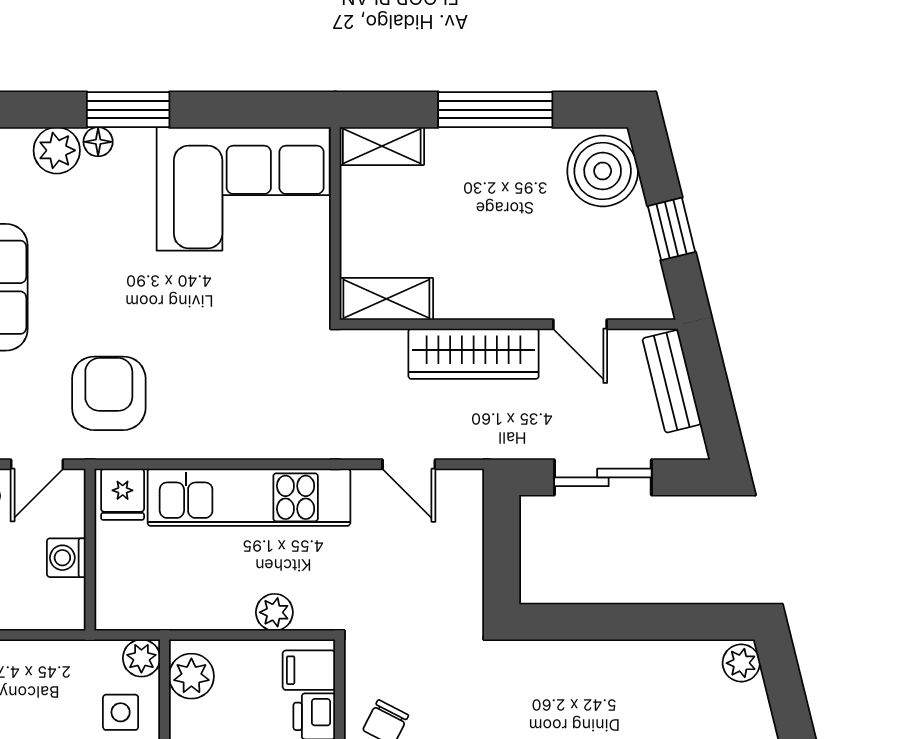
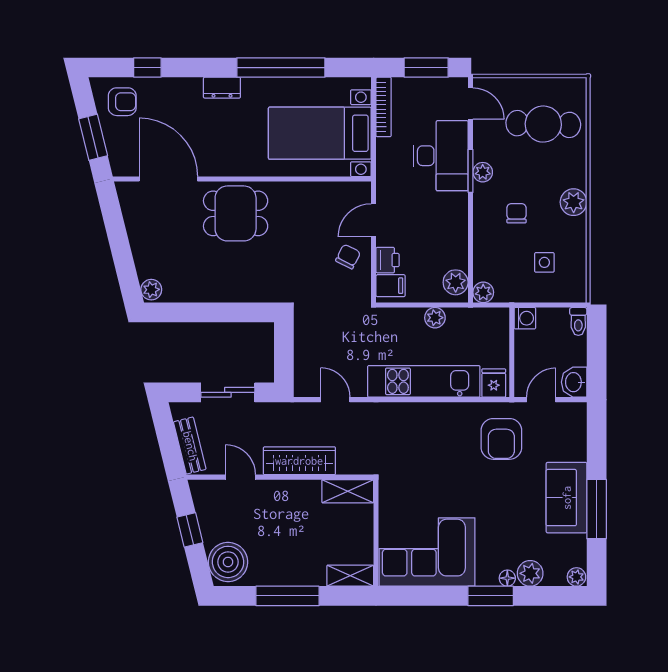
washing machine: (66, 558) -> (525, 318), moved
plant: (274, 612) -> (435, 318), moved
side table: (121, 712) -> (544, 262), moved

